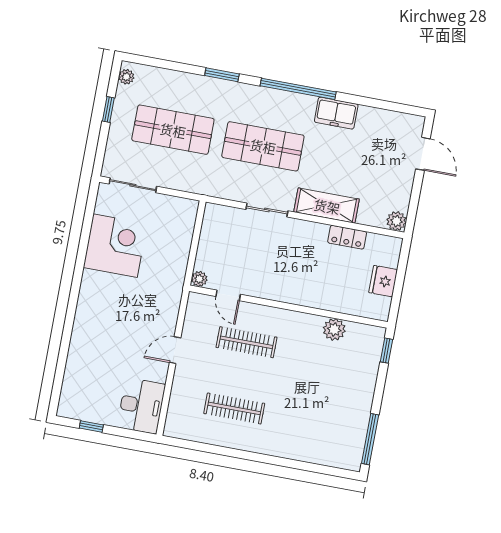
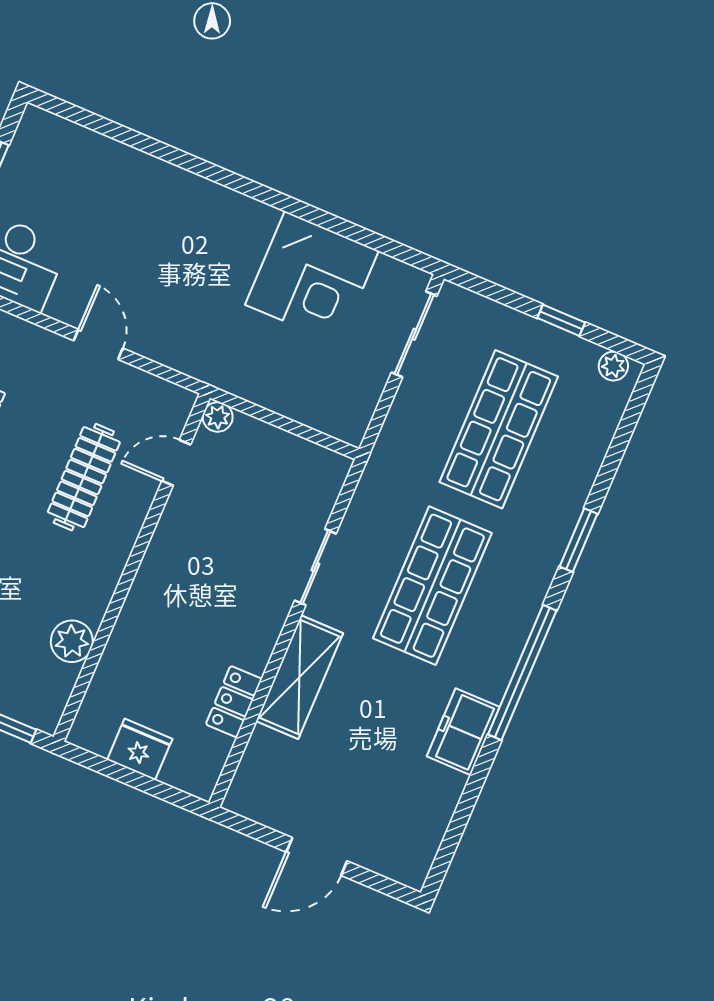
door: (423, 154) -> (317, 857), moved
plant: (396, 221) -> (243, 798), removed

